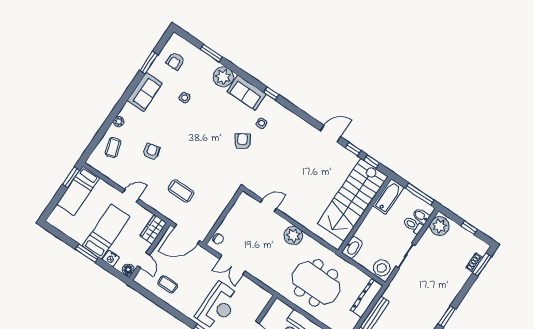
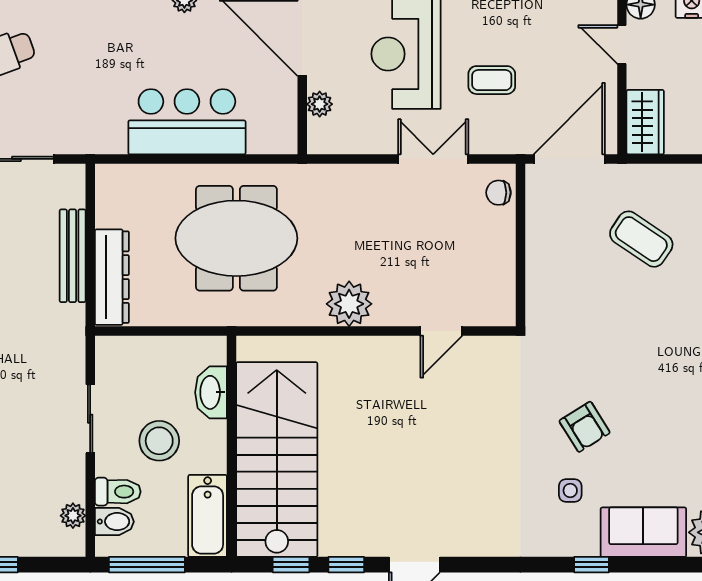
coffee table: (181, 191) -> (641, 239), turned 34
plant: (440, 226) -> (73, 516), width x0.53, depth x0.53
washbasin: (352, 247) -> (211, 392), moved
stool: (382, 268) -> (159, 441), moved
coffee table: (168, 284) -> (492, 80), moved
plant: (258, 309) -> (320, 104), added

